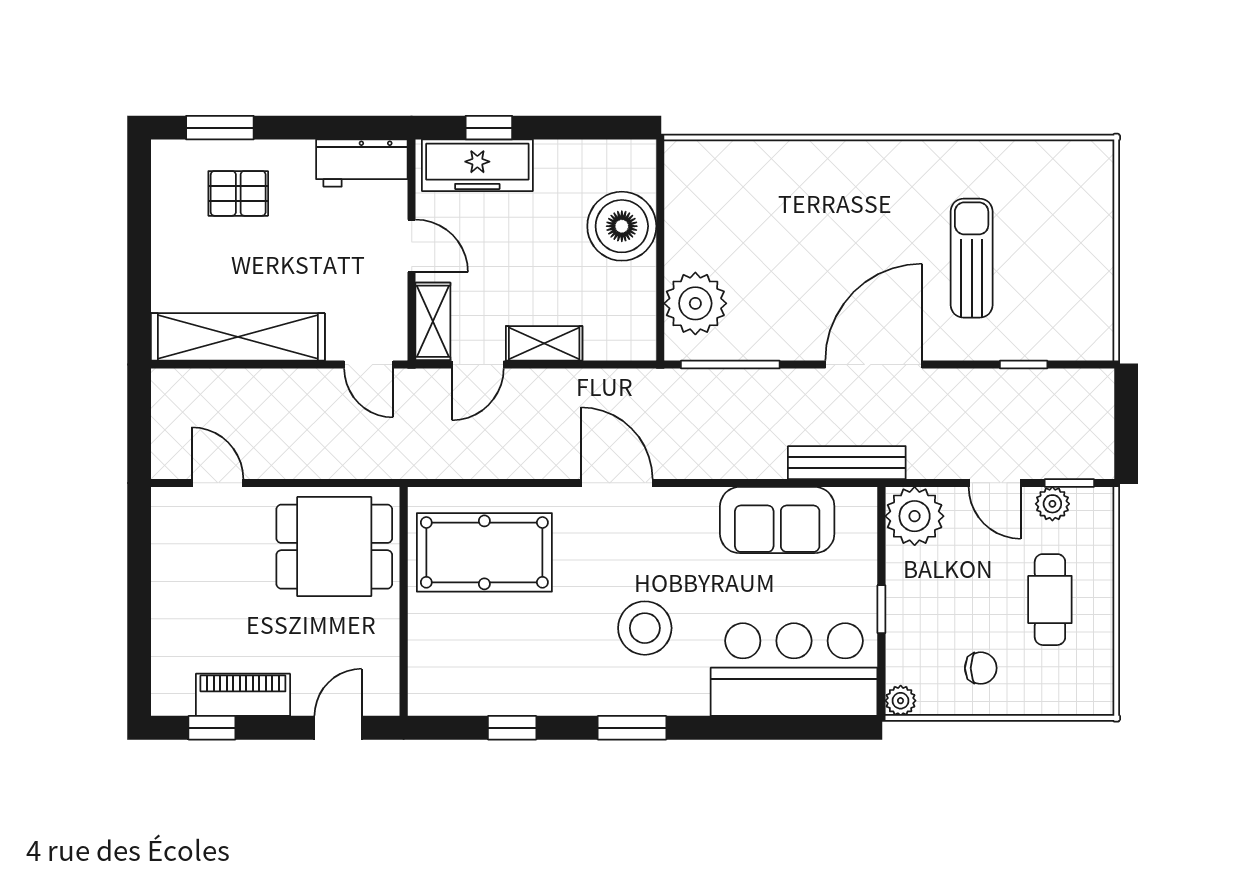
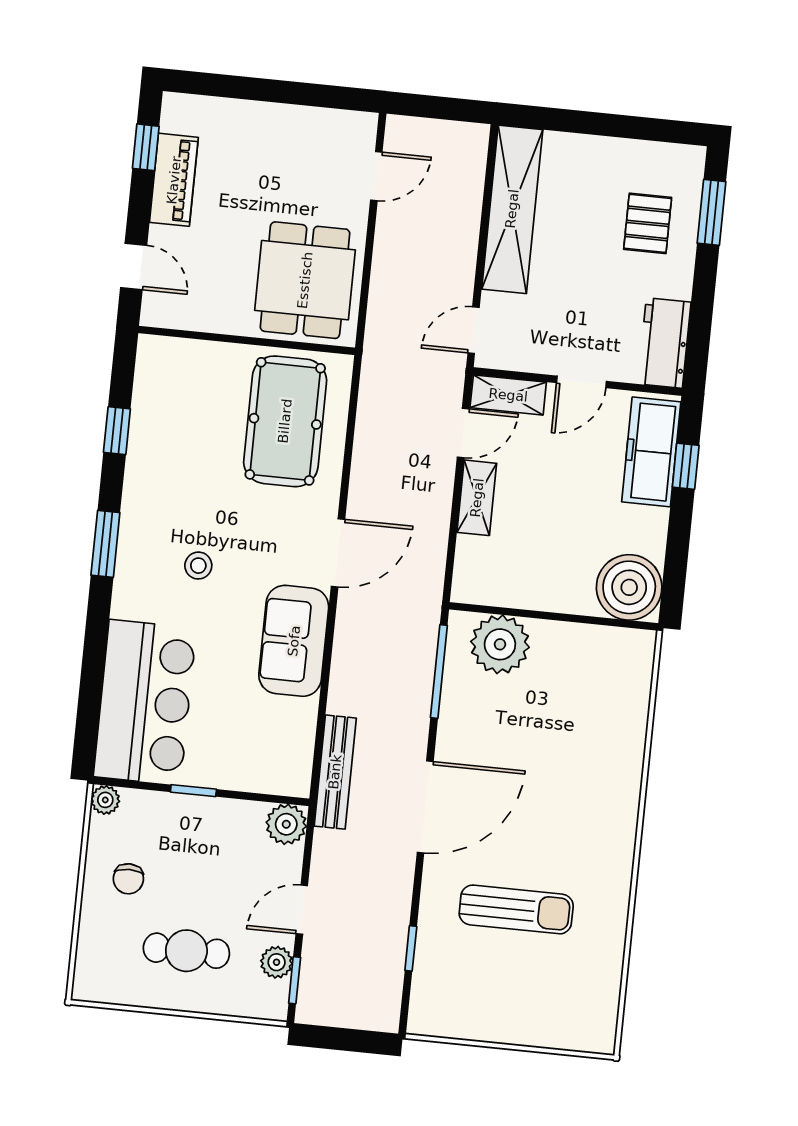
boiler: (622, 226) -> (629, 587), moved
door: (478, 365) -> (463, 433), swing flipped
door: (874, 365) -> (425, 807), hinge flipped
plant: (915, 516) -> (286, 824), width x0.73, depth x0.73
sofa: (777, 520) -> (294, 641), moved
stool: (645, 628) -> (198, 566), width x0.53, depth x0.53

